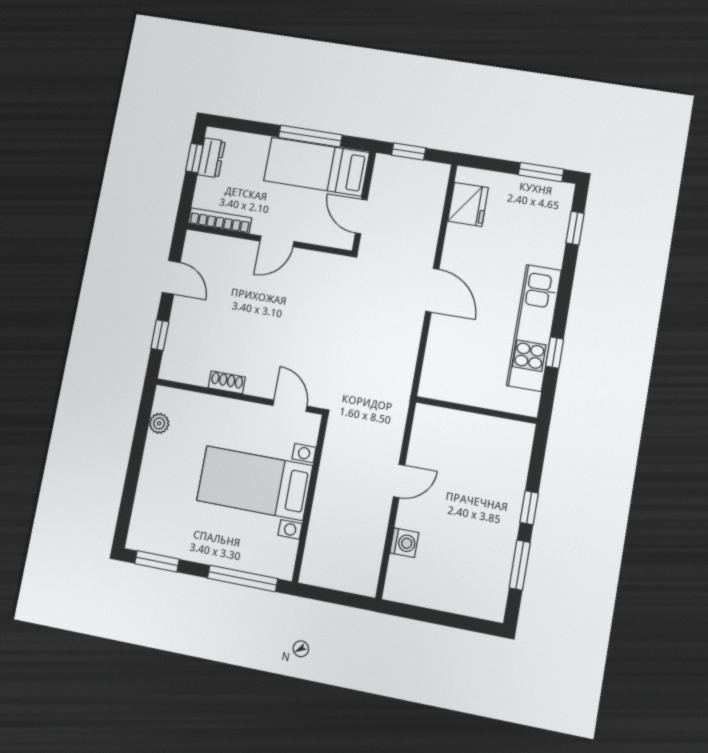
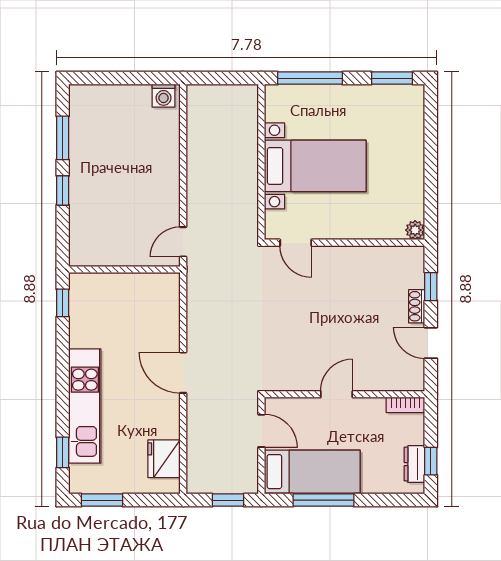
bookcase: (220, 221) -> (405, 405), width x0.64
kitchen unit: (534, 328) -> (85, 406), moved
window: (555, 353) -> (63, 303), moved
shoe rack: (227, 382) -> (417, 306), moved, turned 90
plant: (159, 423) -> (415, 230), moved
door: (399, 481) -> (183, 242), moved
washing machine: (404, 543) -> (164, 96), moved, turned -90

